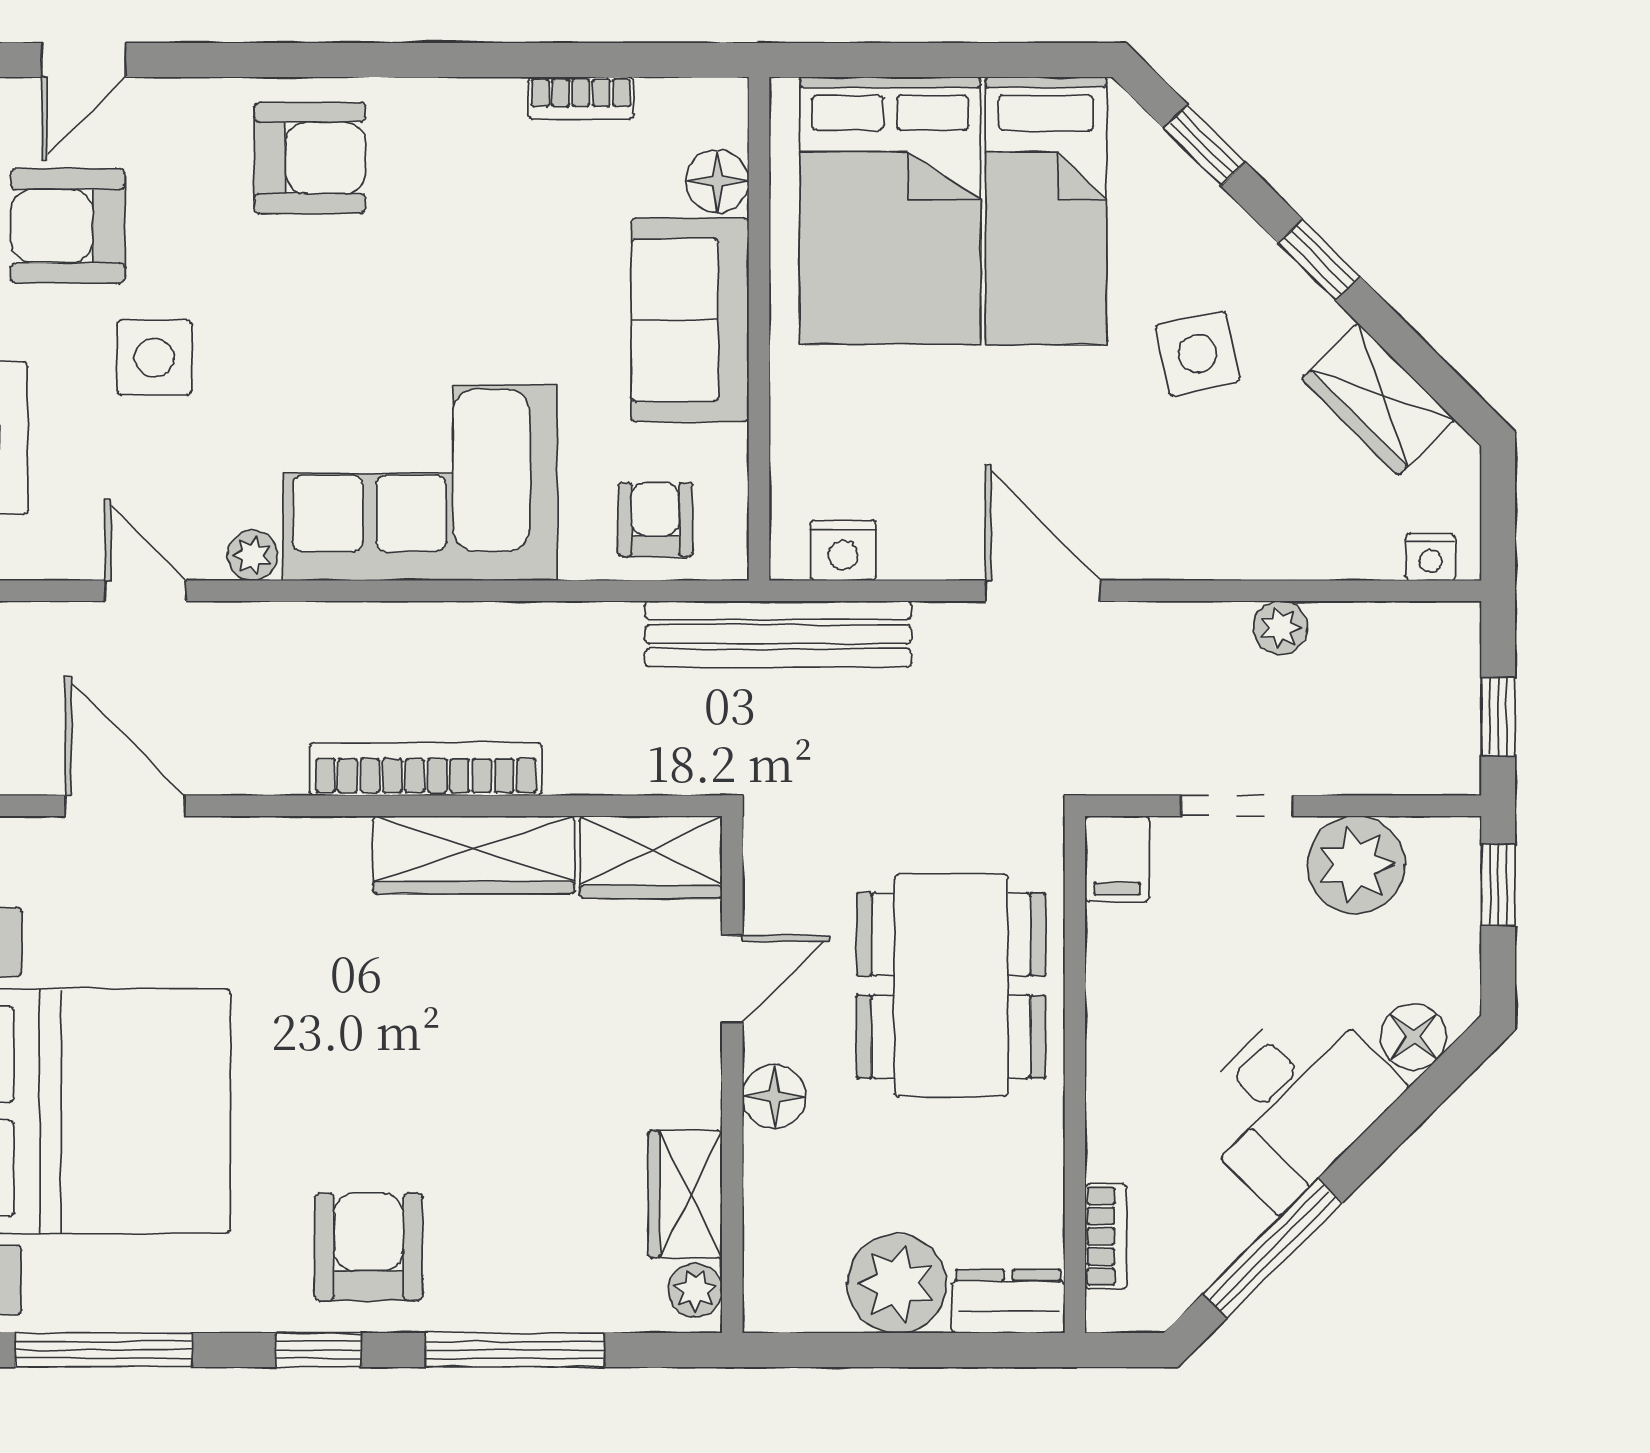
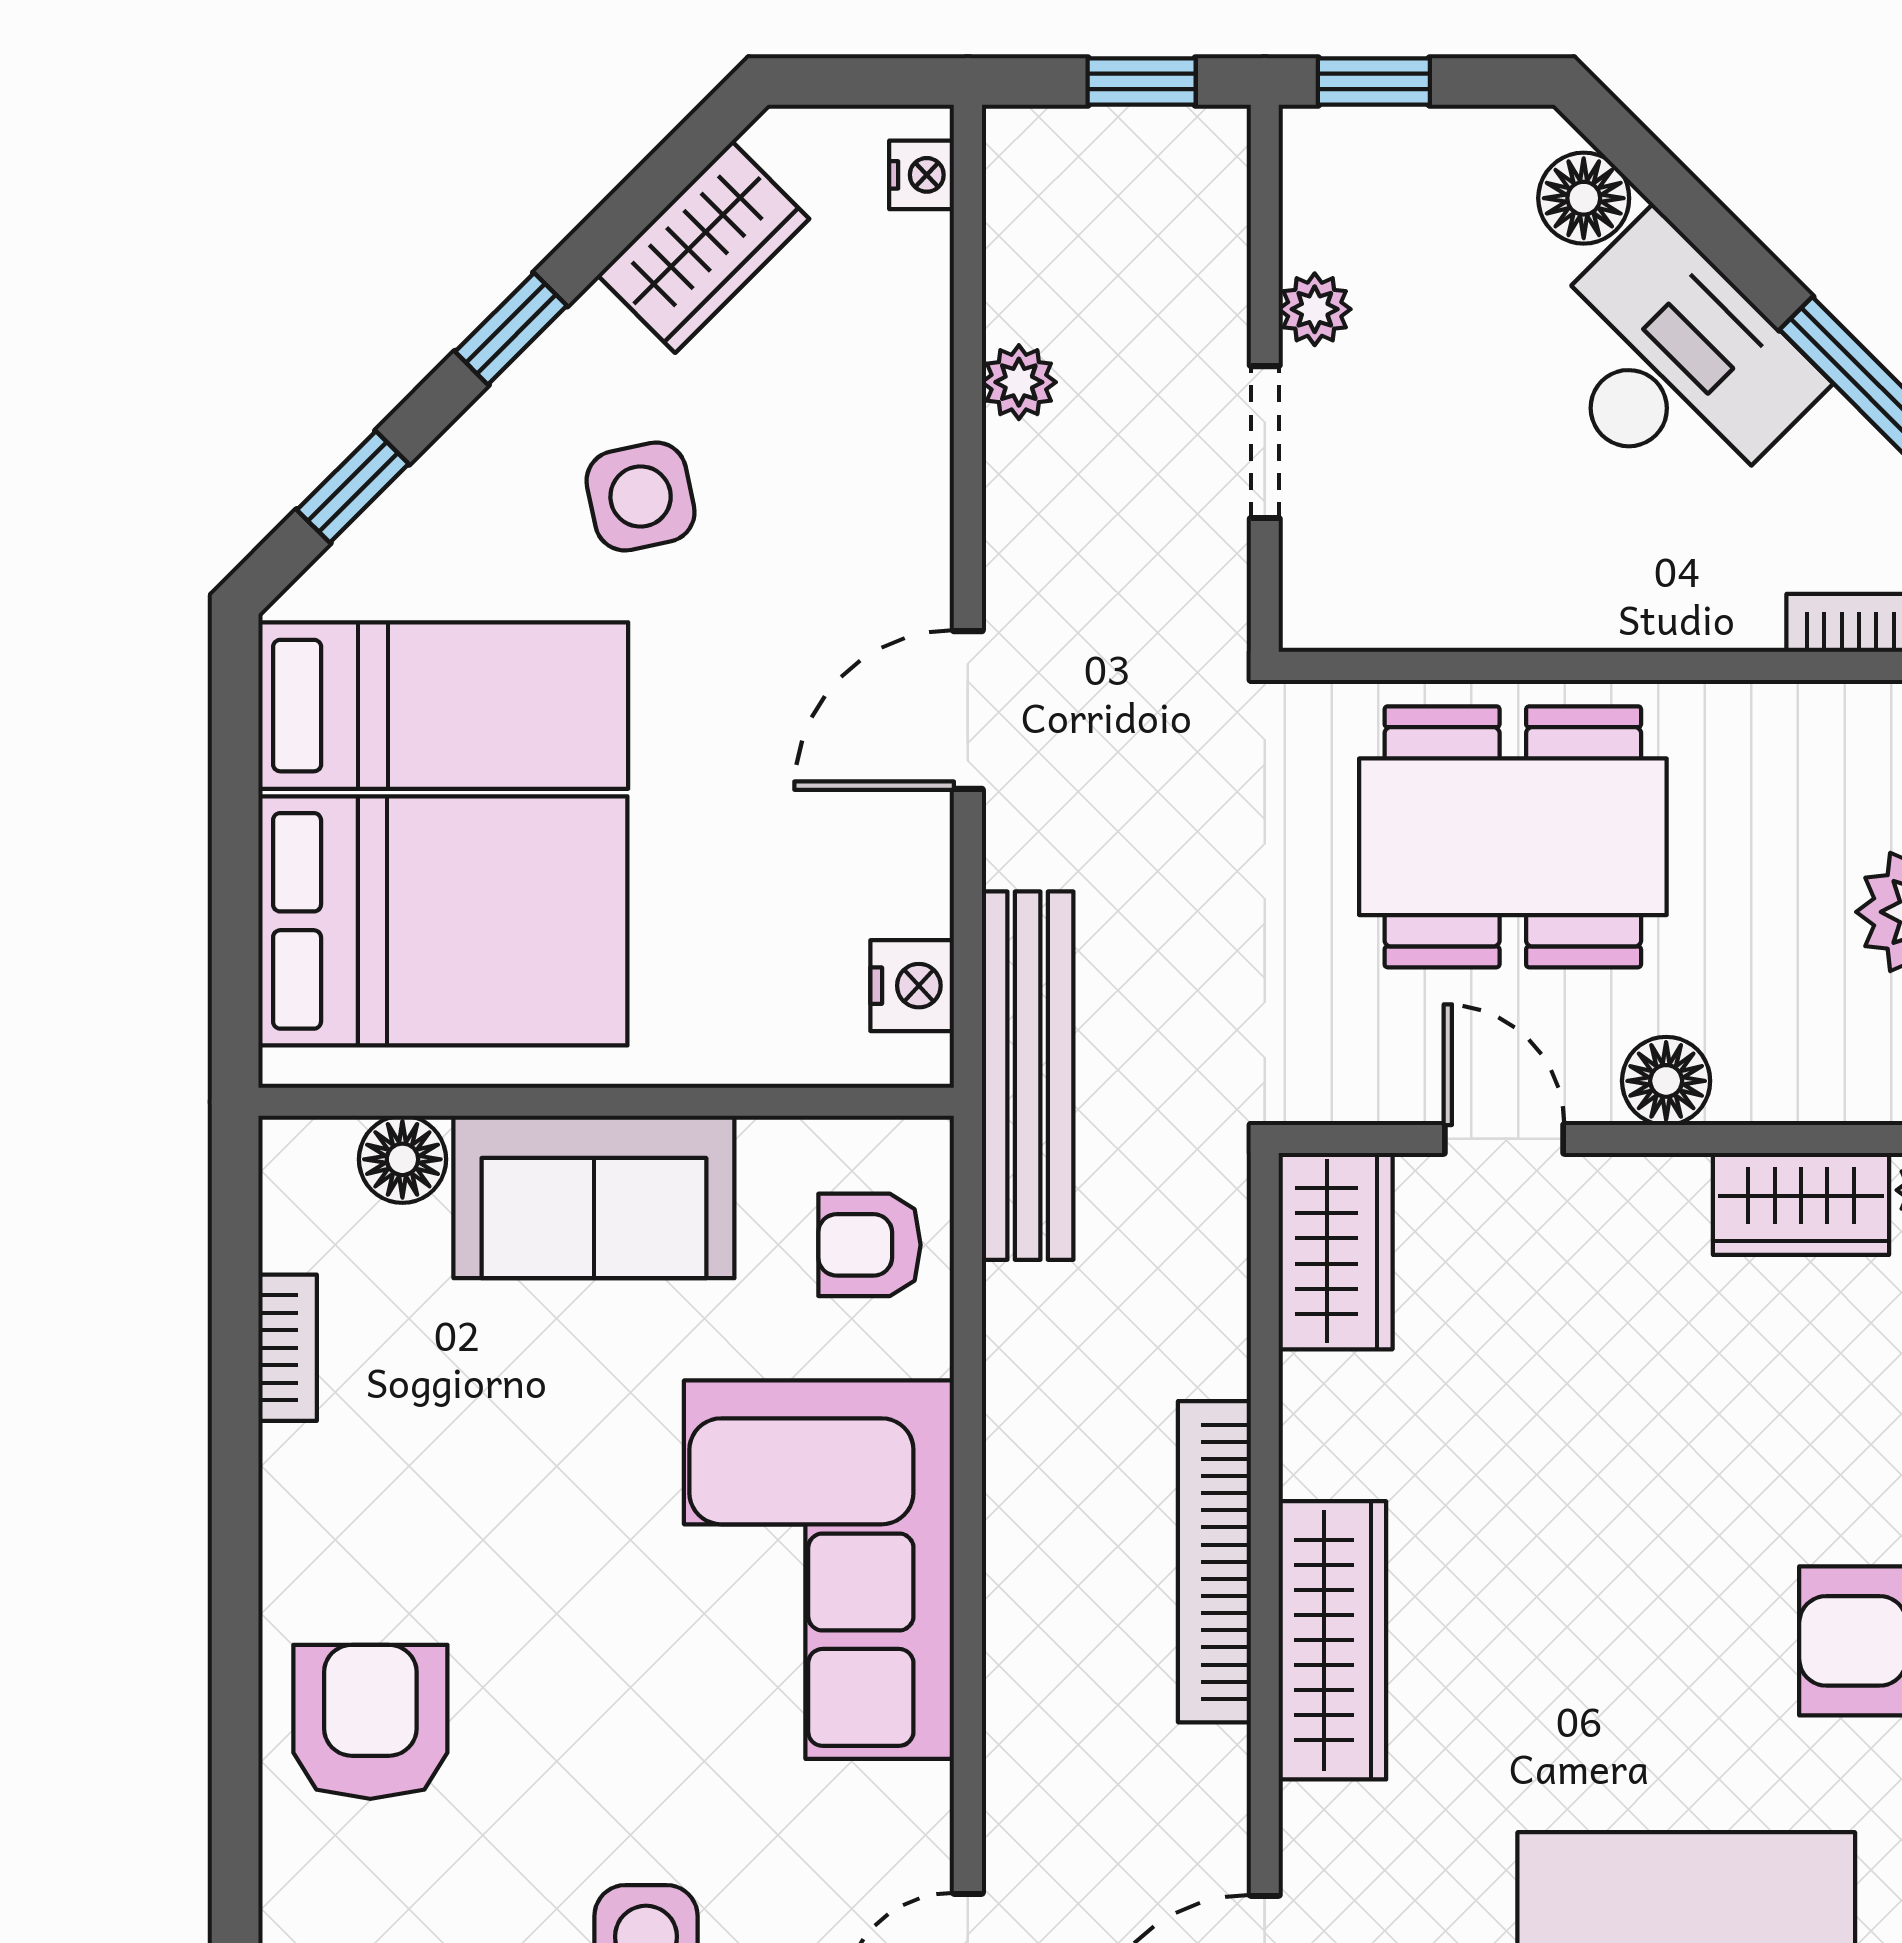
plant: (253, 556) -> (919, 1801), removed
wardrobe: (474, 855) -> (1332, 1640), moved
filing cabinet: (1117, 859) -> (1338, 608), removed
plant: (1356, 865) -> (1315, 309), width x0.53, depth x0.53

